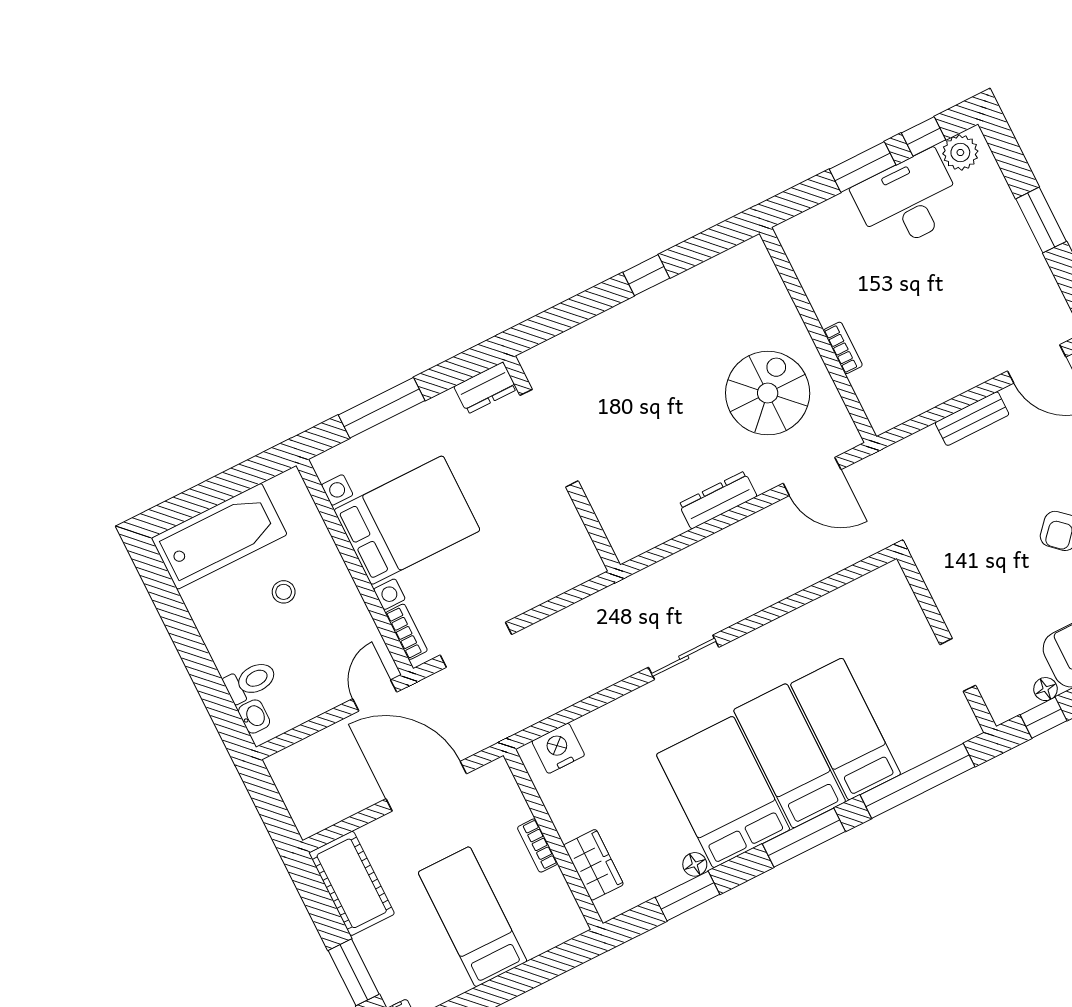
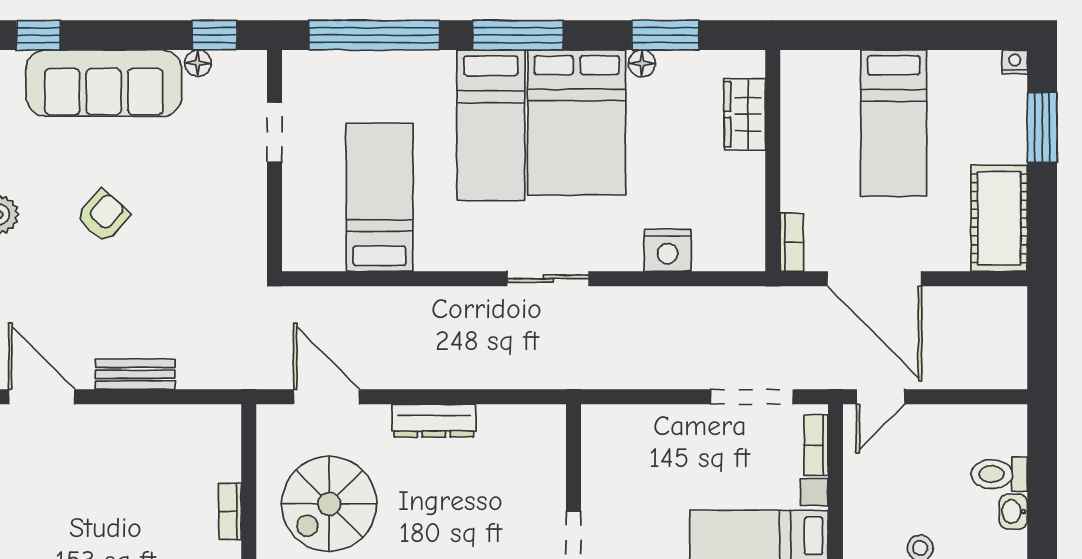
washbasin: (254, 716) -> (1013, 512), moved
bed: (846, 729) -> (379, 197), moved, turned 180
nightstand: (558, 748) -> (668, 250), moved
bookcase: (537, 846) -> (792, 242), moved

